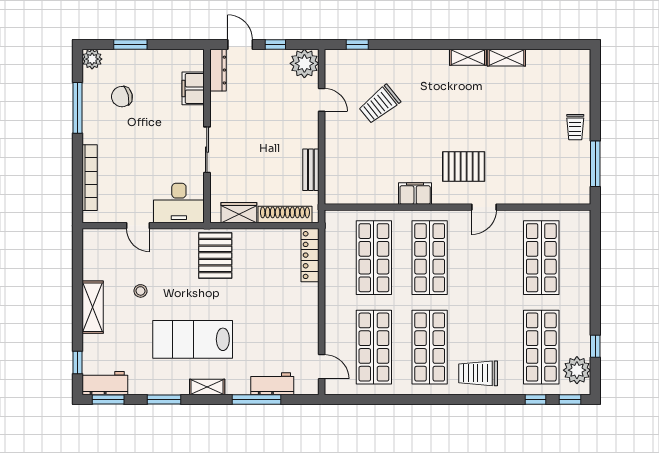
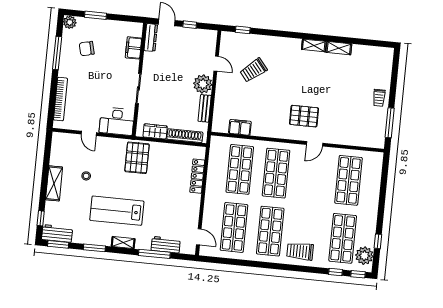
plant: (304, 63) -> (203, 84), moved
filing cabinet: (415, 193) -> (240, 127), moved
locker: (310, 255) -> (197, 176), moved

